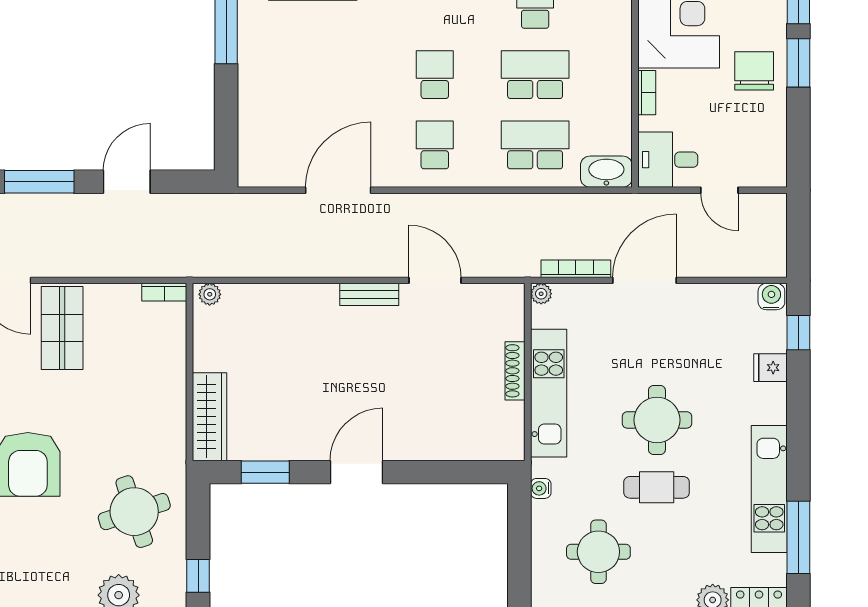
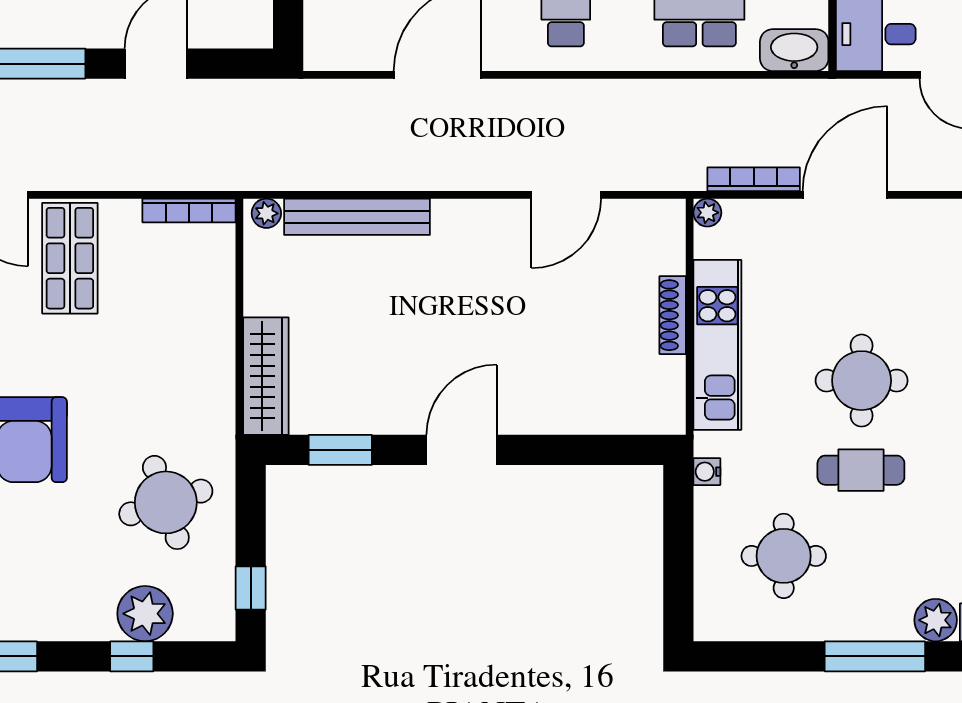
door: (435, 280) -> (566, 195), swing flipped
bookcase: (164, 292) -> (189, 211), width x1.56
bench: (369, 294) -> (357, 217), moved, width x1.86, depth x1.21

